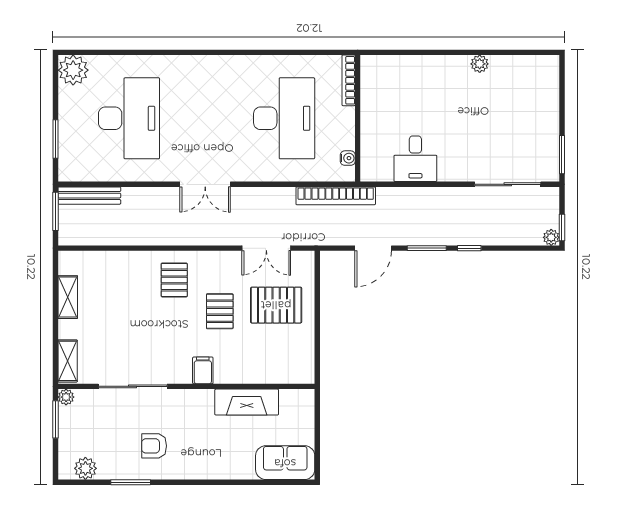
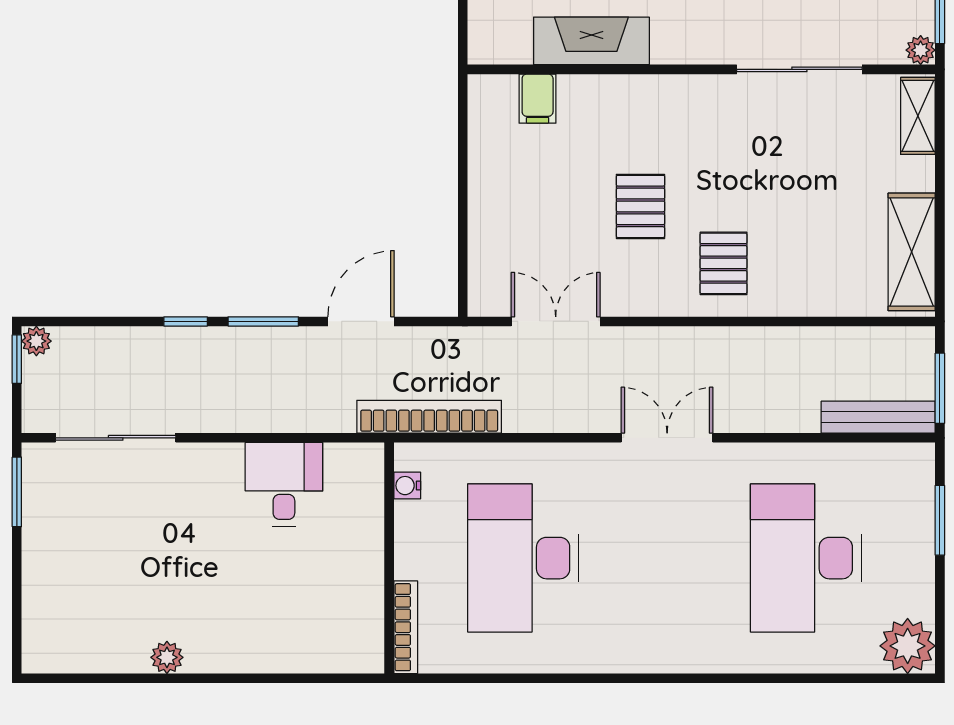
shelving: (68, 297) -> (912, 252), width x1.50, depth x1.33
pallet: (276, 305) -> (538, 218), removed
filing cabinet: (203, 370) -> (538, 99), moved

